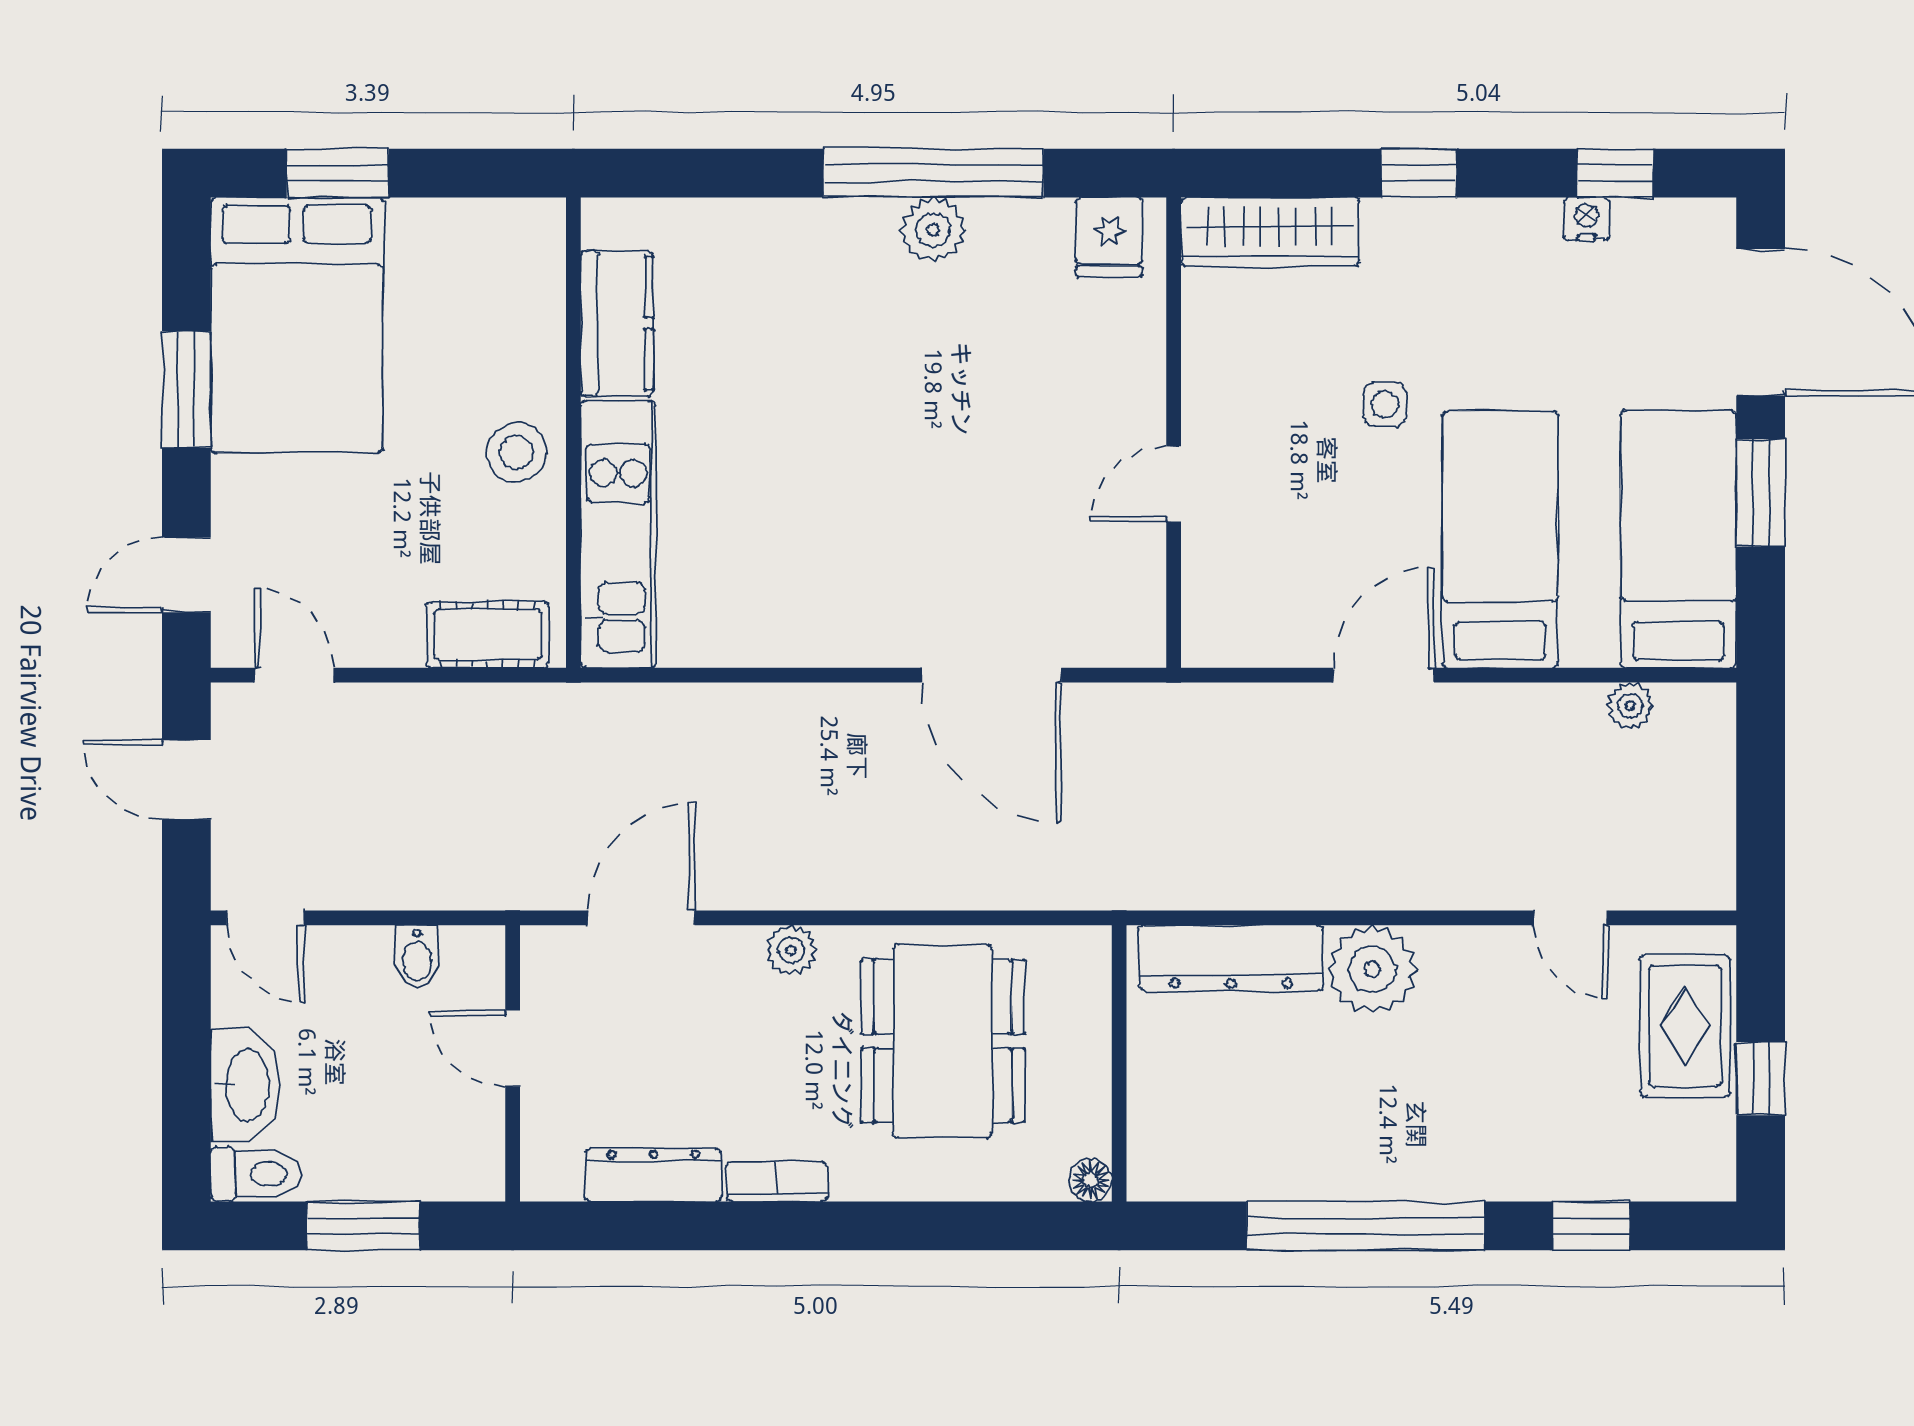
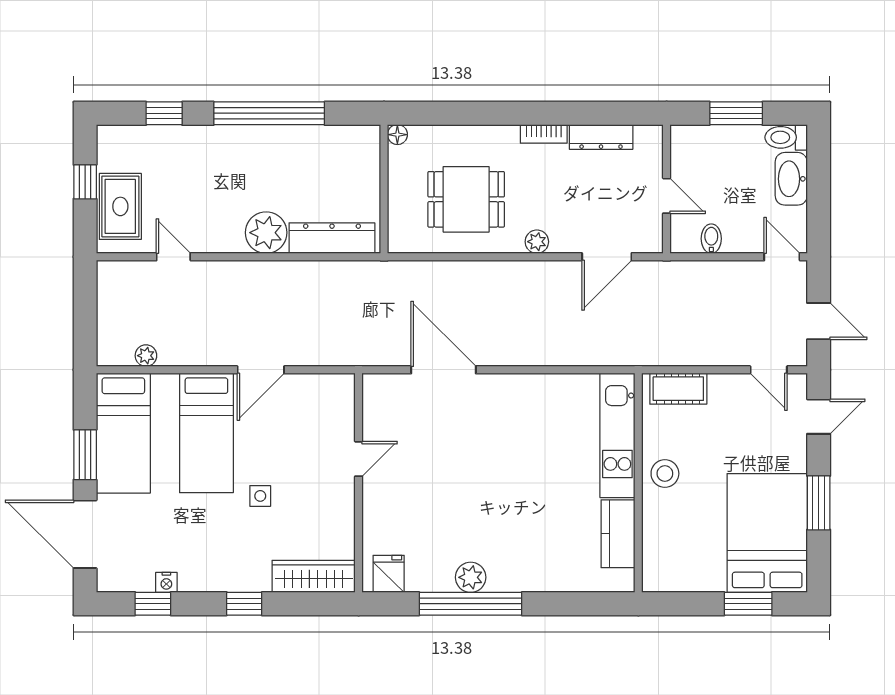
dining table: (943, 1041) -> (466, 199), width x0.73

